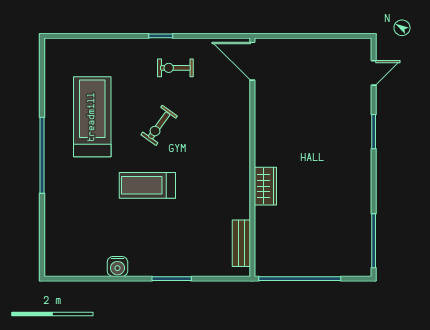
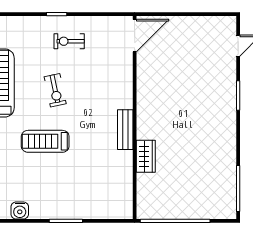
door: (252, 61) -> (135, 36), swing flipped
exercise bike: (159, 125) -> (55, 90), turned -48
wardrobe: (265, 186) -> (146, 156), moved
bench: (241, 243) -> (125, 130), moved

